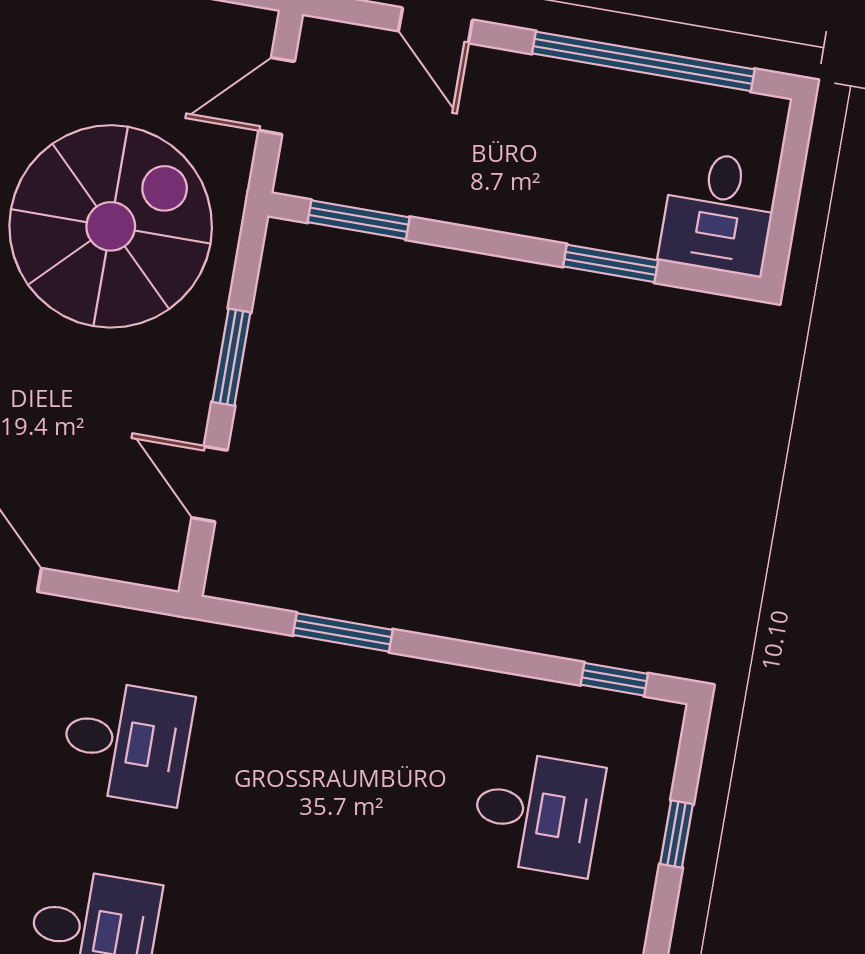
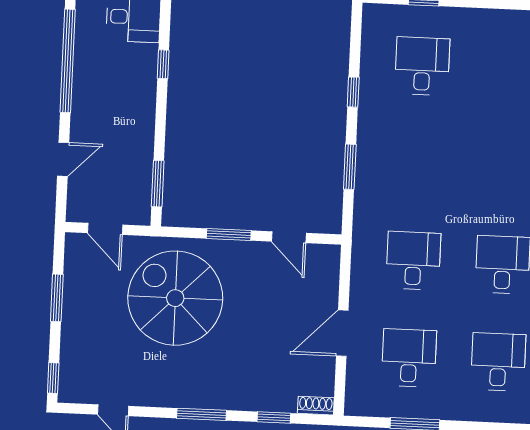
window: (611, 263) -> (163, 64), width x0.67
door: (210, 484) -> (289, 237), hinge flipped
window: (614, 679) -> (353, 92), moved

